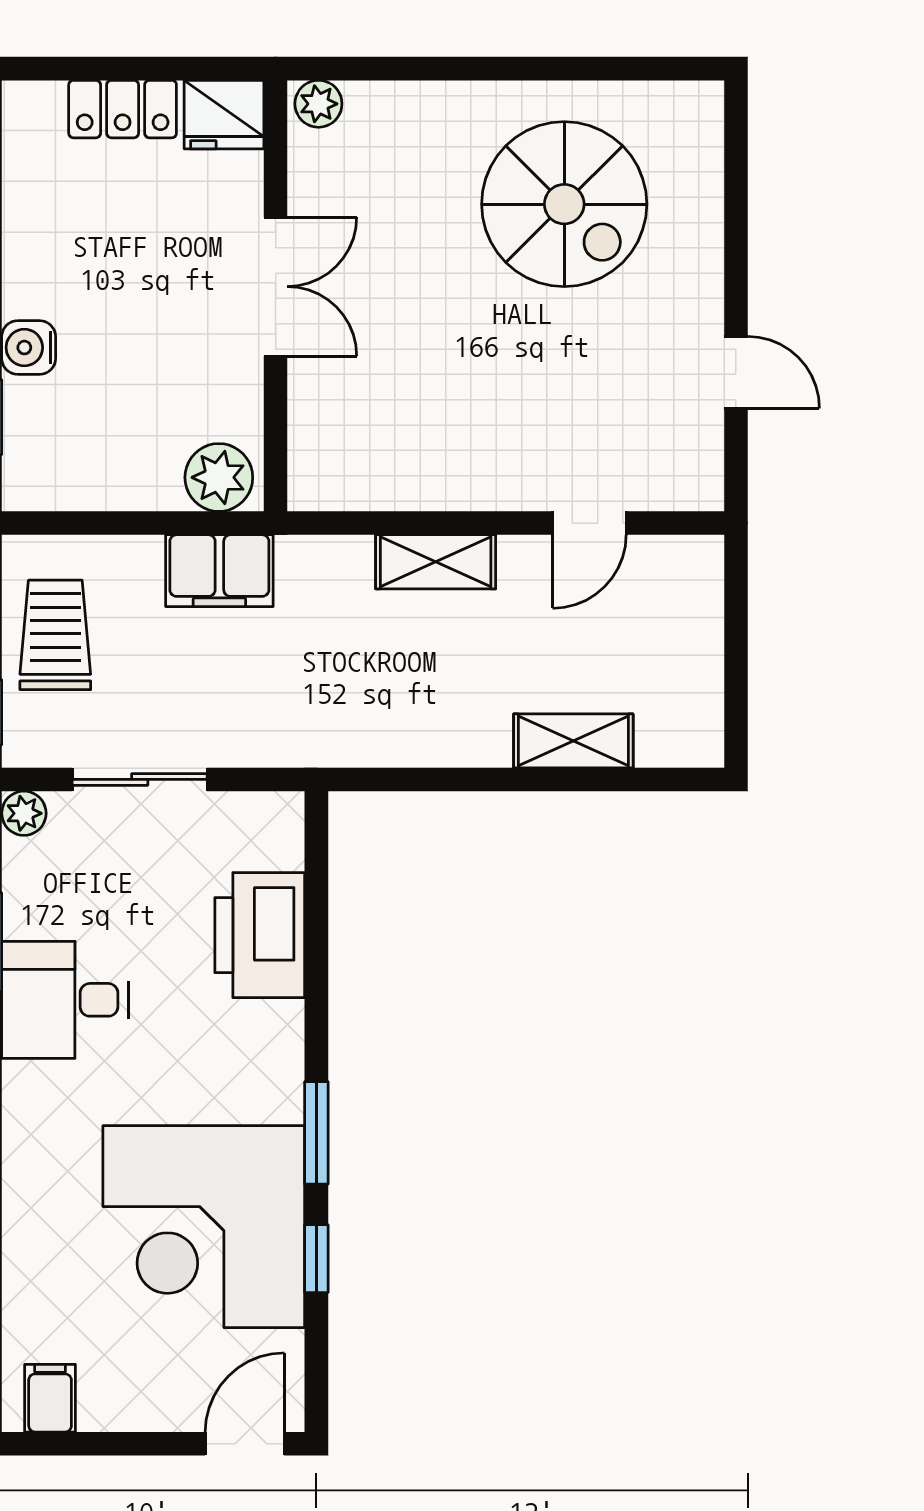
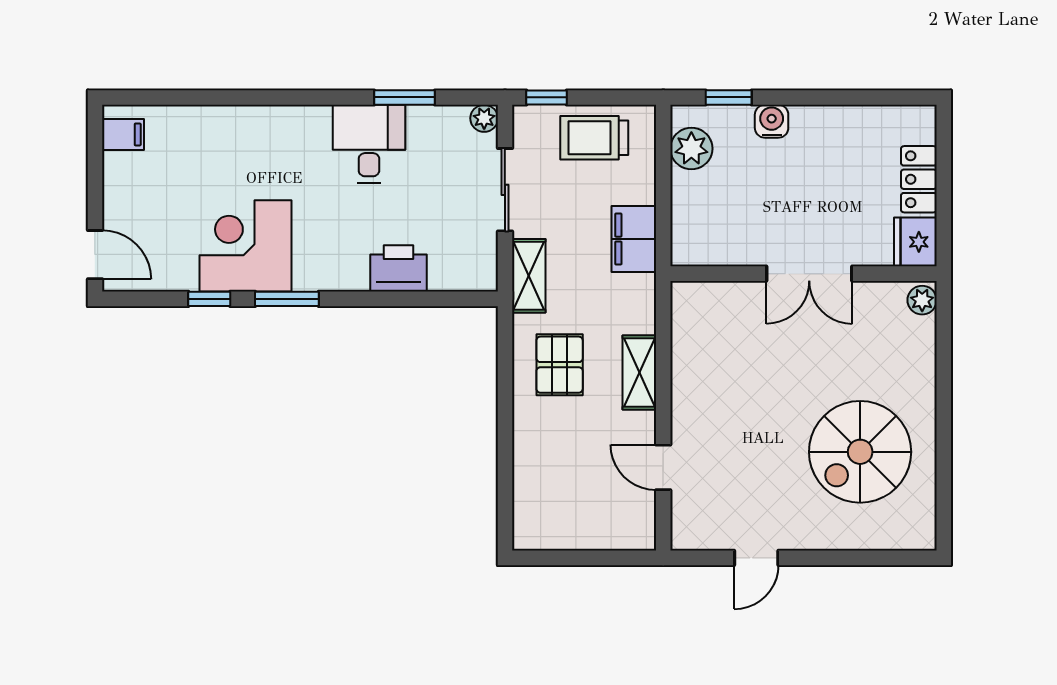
plant: (219, 477) -> (691, 149), moved
trolley: (55, 635) -> (594, 138), turned 180
pallet: (423, 691) -> (560, 365), added
shelving: (573, 741) -> (529, 276), moved
printer: (260, 935) -> (398, 268), width x0.73, depth x0.84
corner desk: (204, 1227) -> (245, 246), width x0.74, depth x0.74

